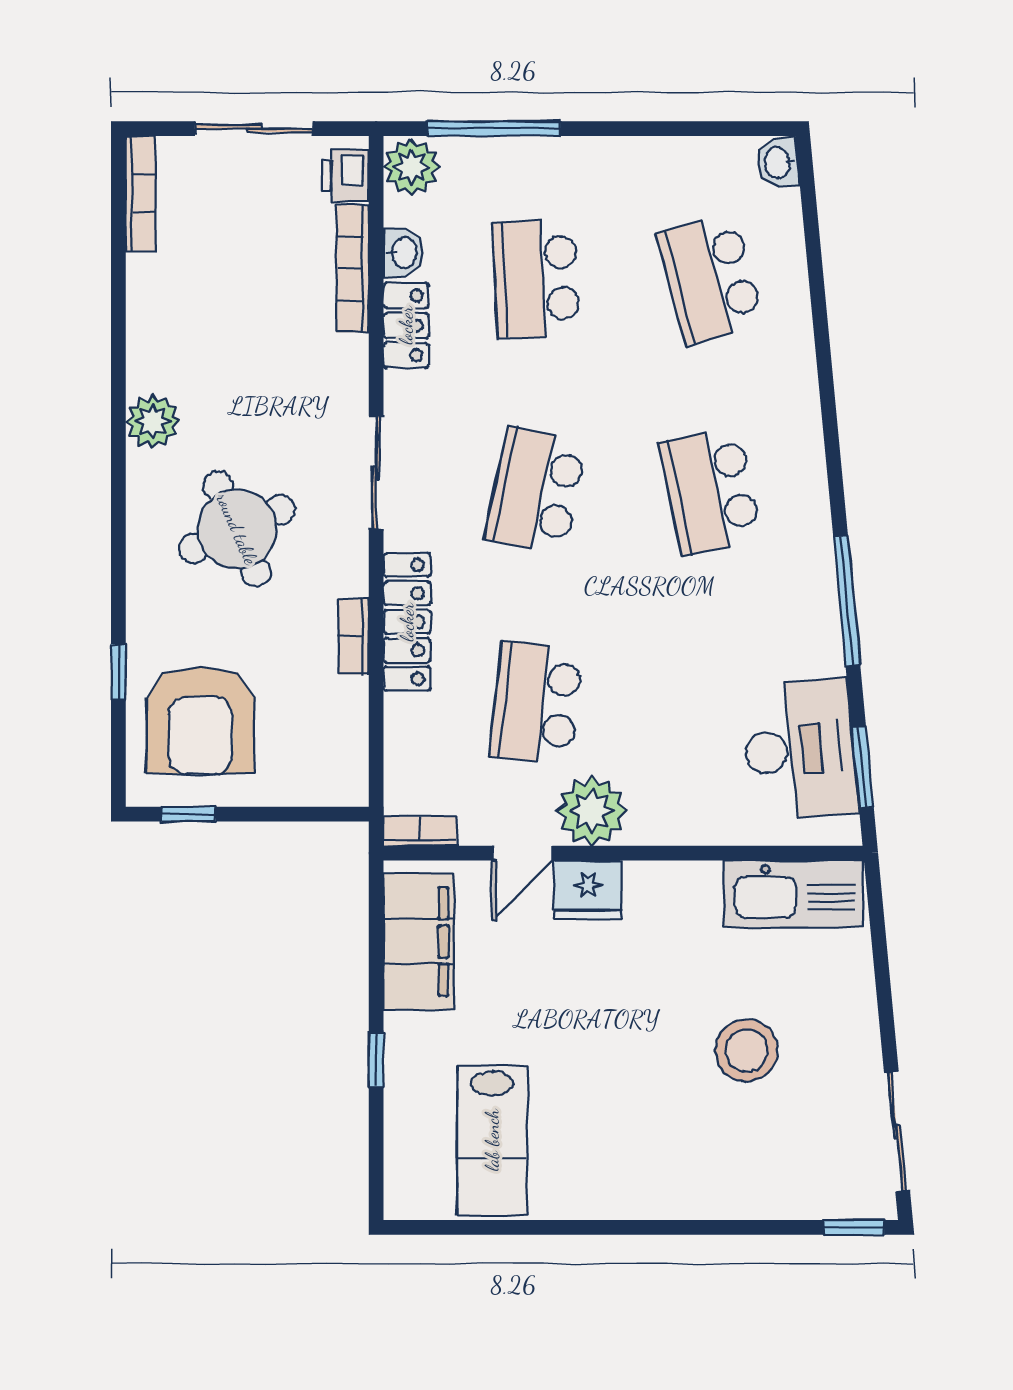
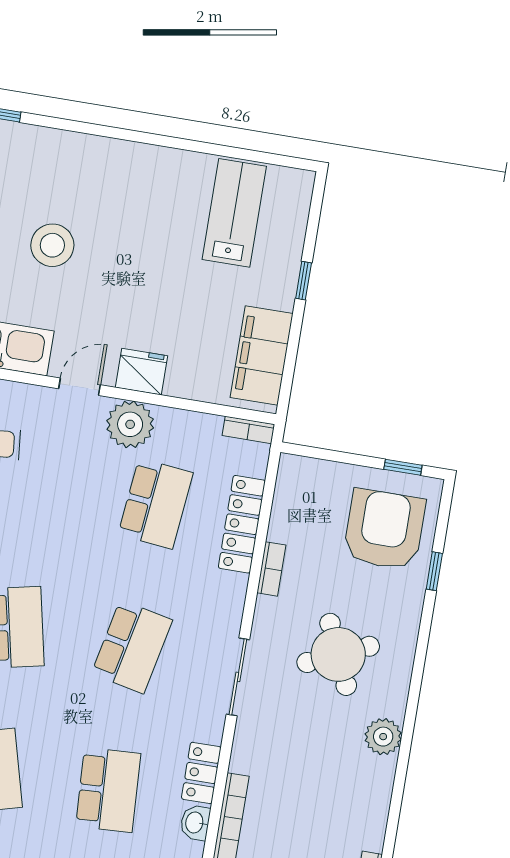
locker: (407, 622) -> (242, 524), moved
door: (522, 853) -> (79, 387), moved

